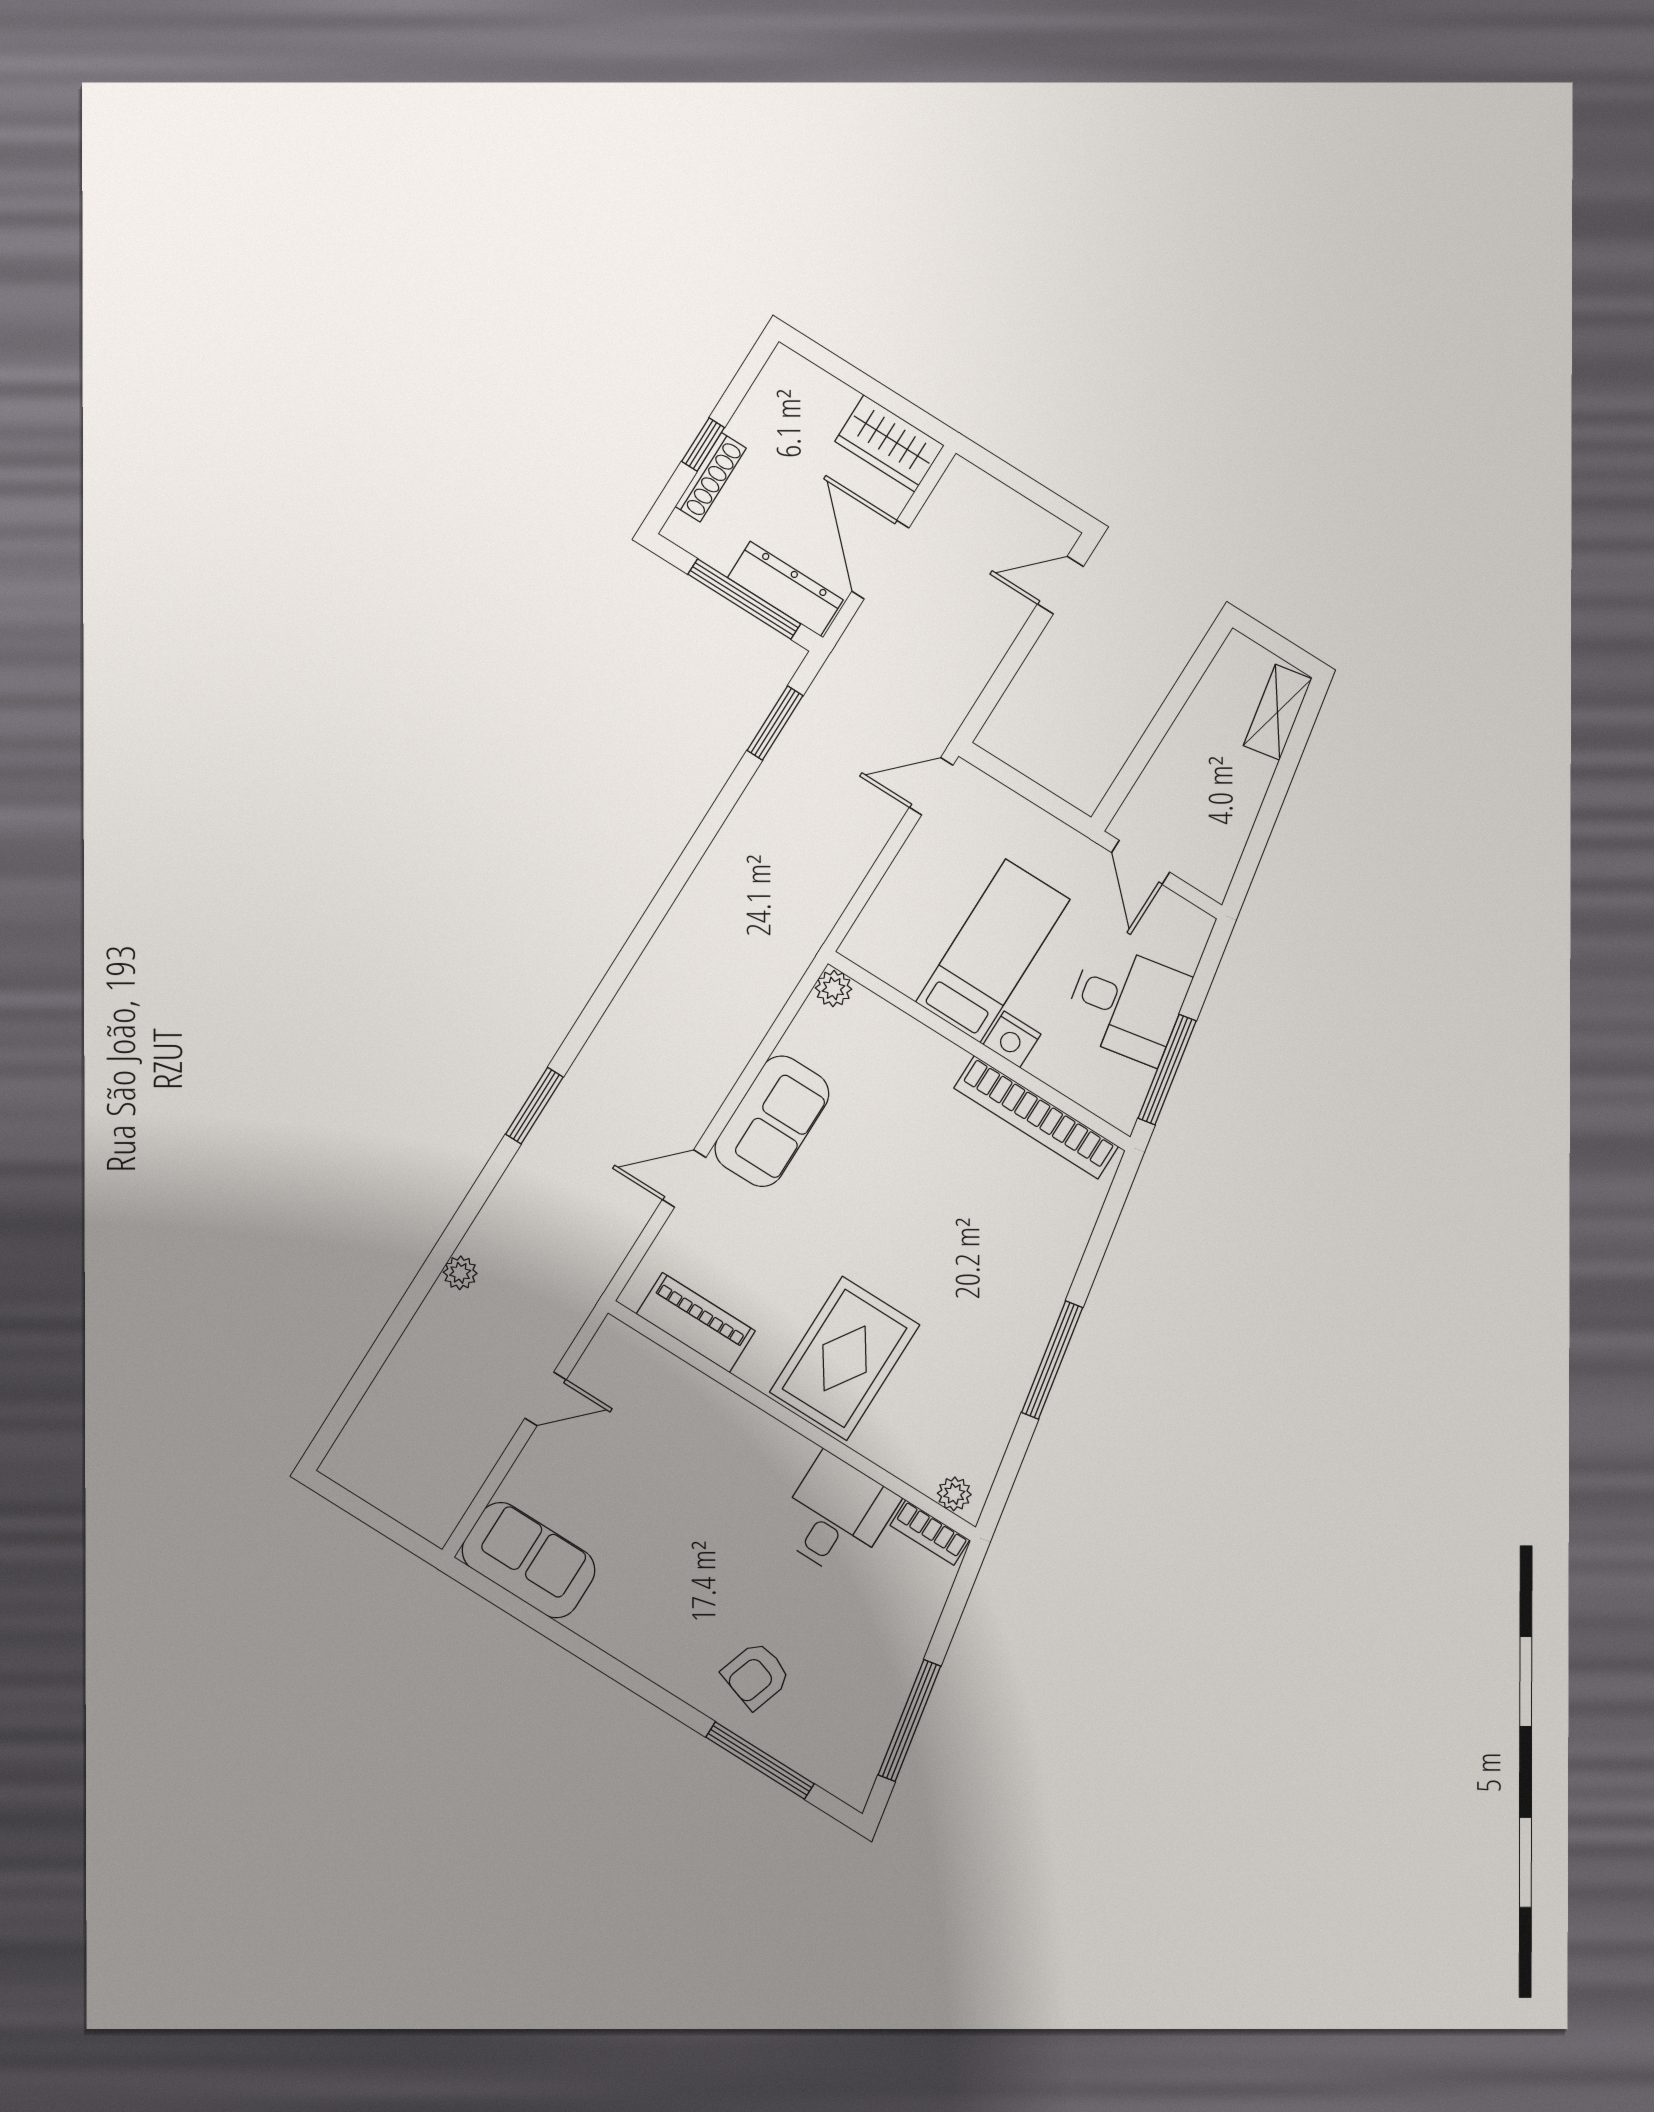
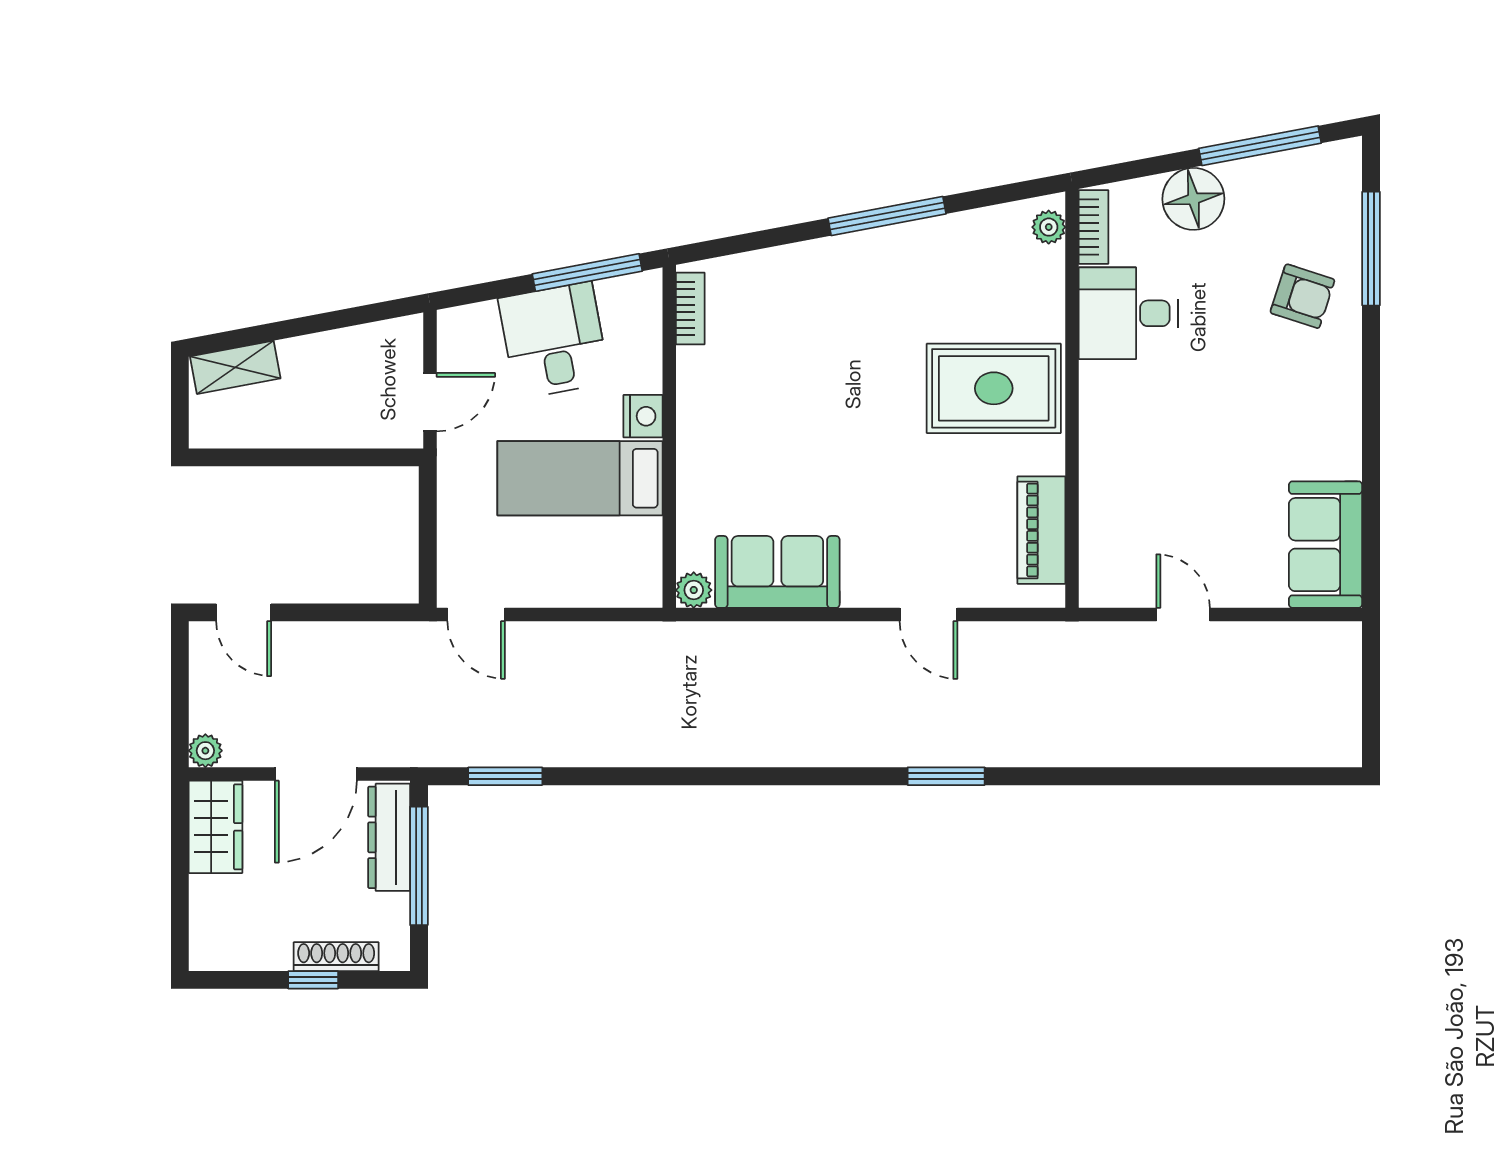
bookcase: (1036, 1117) -> (690, 309), width x0.43, depth x0.76
sofa: (772, 1121) -> (777, 572), moved
plant: (460, 1273) -> (205, 751), moved
floor lamp: (900, 1634) -> (1193, 199), added

